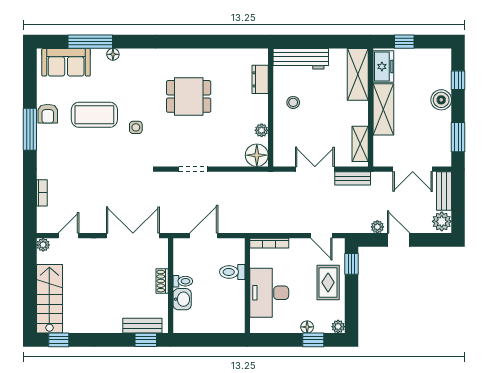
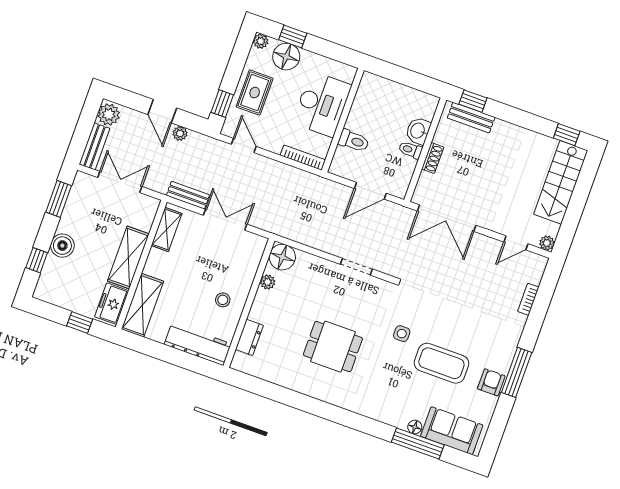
floor lamp: (113, 54) -> (415, 427), moved
double door: (315, 169) -> (225, 220), swing flipped
floor lamp: (307, 327) -> (286, 57), width x1.89, depth x1.89

